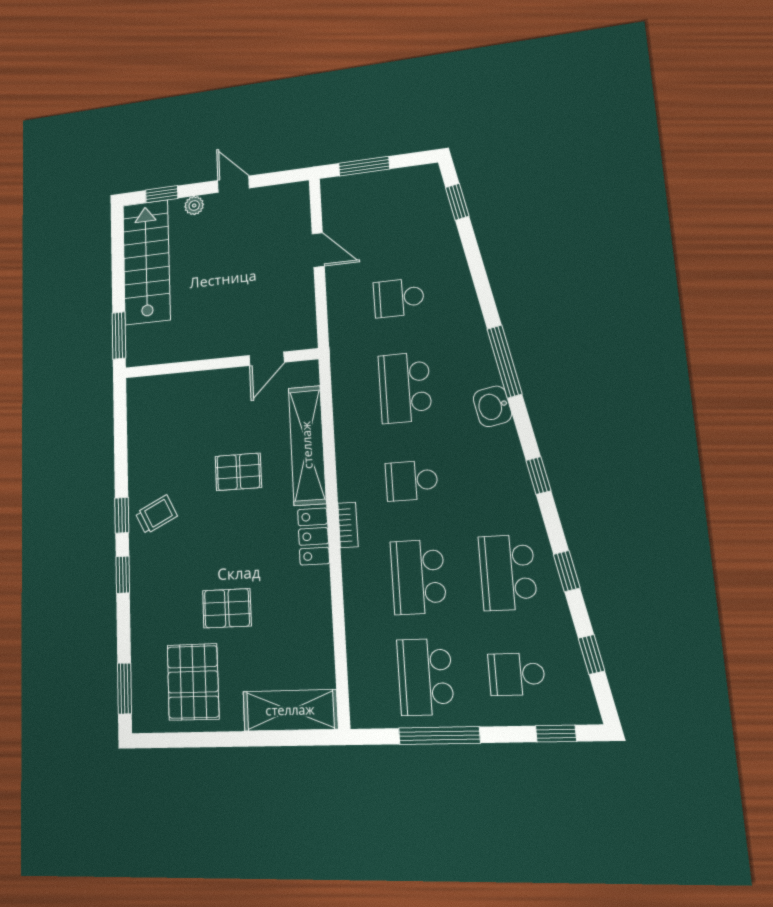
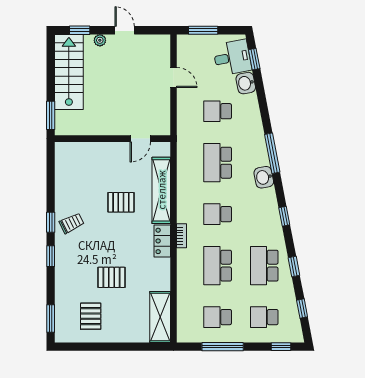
desk: (418, 204) -> (232, 58), added
washbasin: (445, 244) -> (246, 83), added
school desk: (425, 677) -> (218, 317), width x0.54
pallet: (193, 682) -> (91, 316), width x0.67, depth x0.71
shelving: (290, 710) -> (160, 317), moved, turned 90

